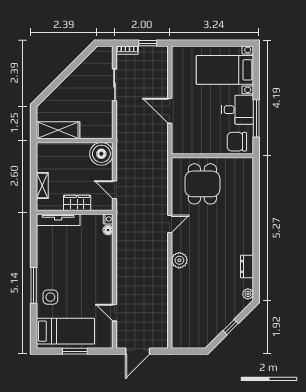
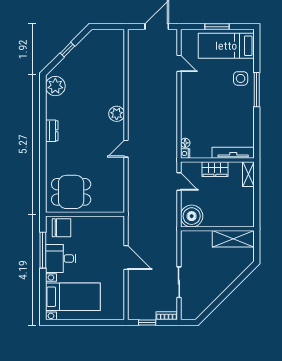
dining table: (202, 184) -> (71, 192), moved, turned 90
shelving: (42, 186) -> (248, 174), moved
dresser: (247, 266) -> (52, 131), moved
plant: (248, 294) -> (55, 86), width x1.87, depth x1.87

